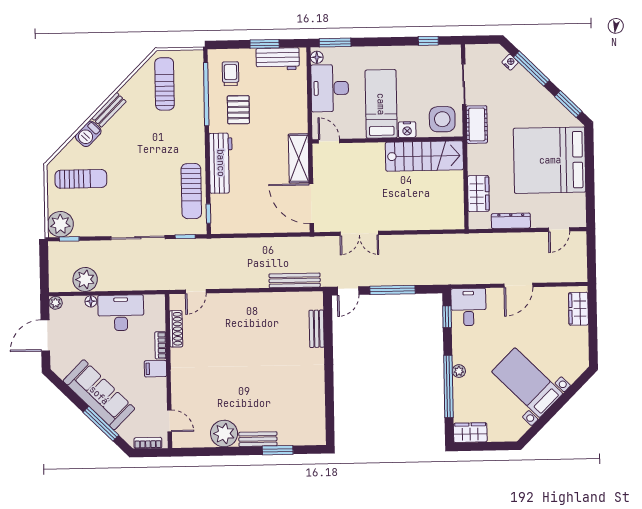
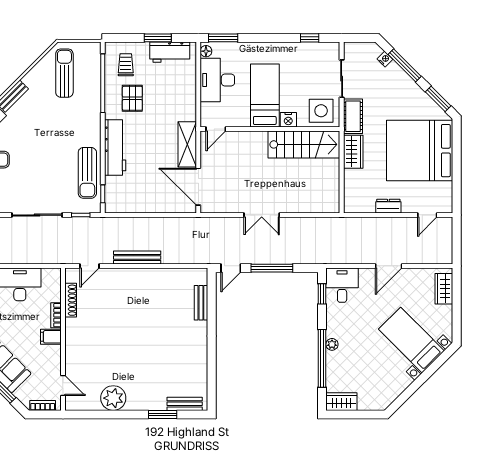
door: (329, 141) -> (216, 129), swing flipped
wardrobe: (478, 194) -> (353, 152), moved
dresser: (511, 221) -> (388, 206), width x0.70
double door: (359, 233) -> (262, 215), moved
bench: (295, 280) -> (137, 257), moved
bed with nightstands: (527, 383) -> (411, 340), moved
bench: (258, 439) -> (185, 404), moved

